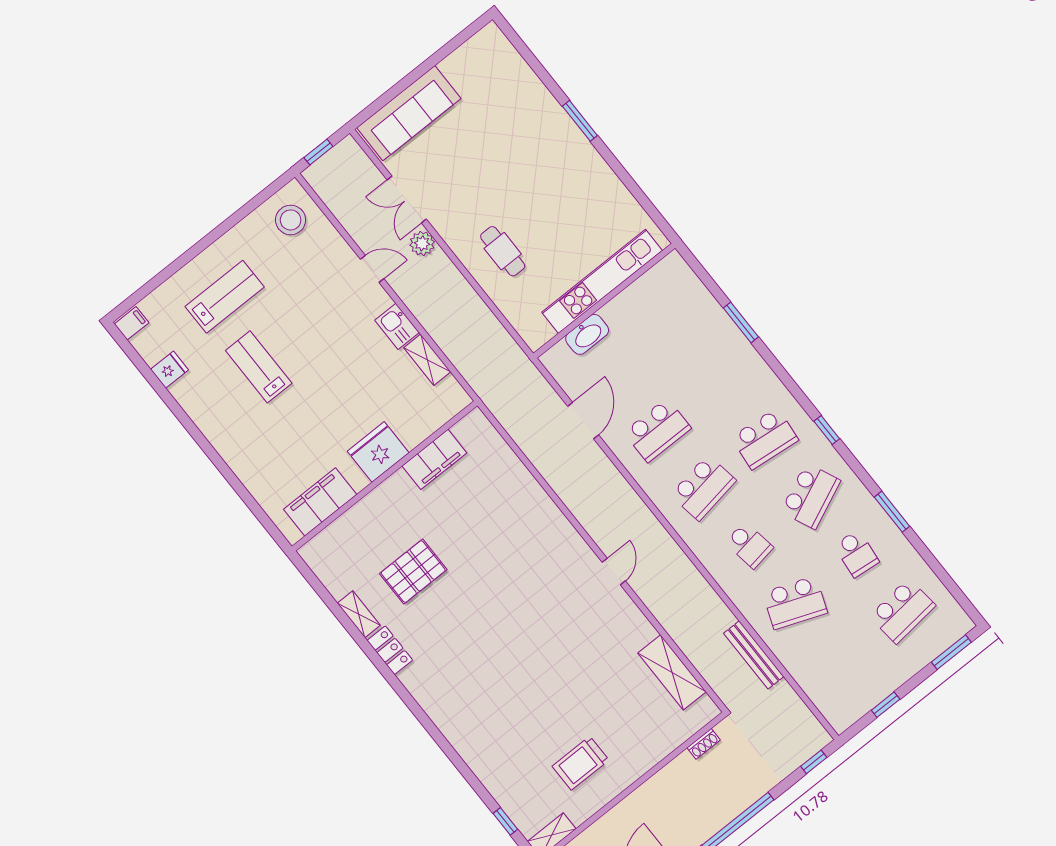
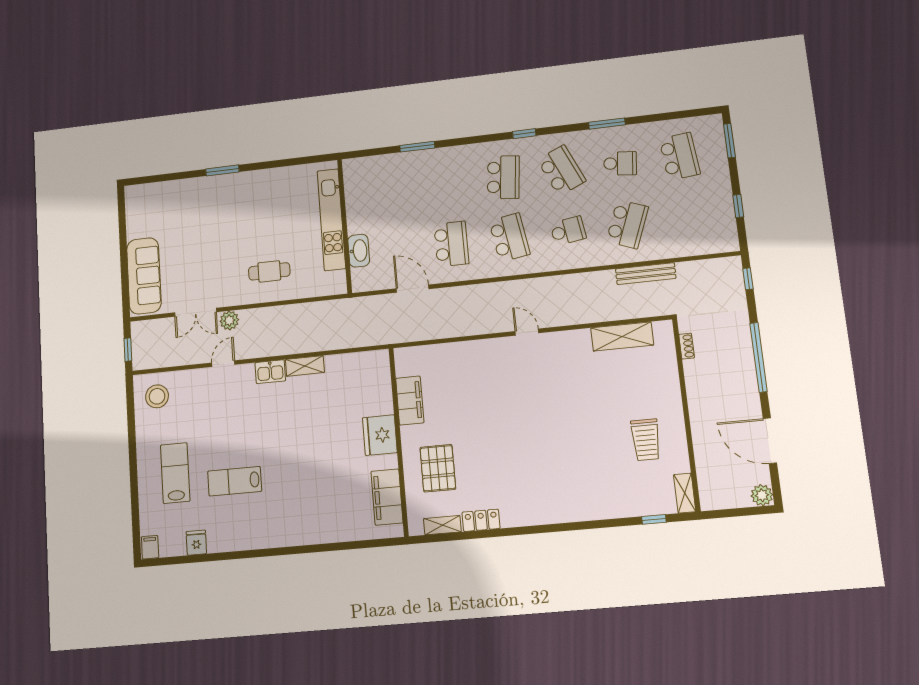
fridge: (378, 452) -> (380, 435), moved
filing cabinet: (434, 459) -> (410, 400), moved
wall: (385, 476) -> (399, 441), moved
filing cabinet: (320, 502) -> (387, 497), moved

